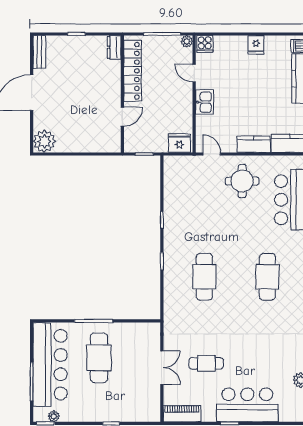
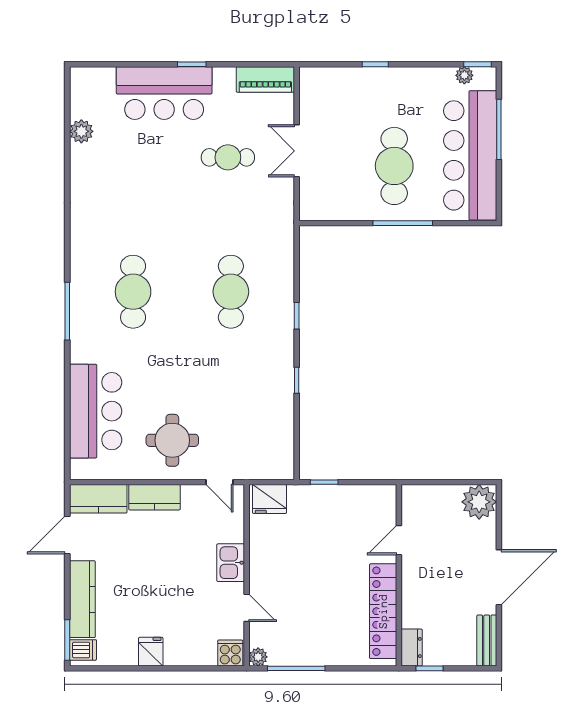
dresser: (114, 47) -> (412, 647), moved
locker: (133, 71) -> (383, 611), moved
wall: (122, 94) -> (399, 575), moved
door: (122, 117) -> (399, 540), moved

